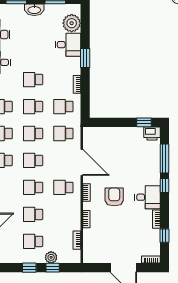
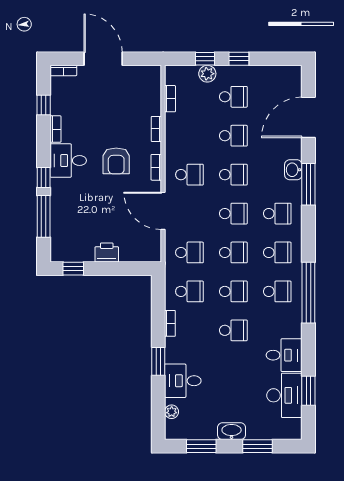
plant: (72, 23) -> (172, 412), width x0.53, depth x0.53
printer: (152, 134) -> (107, 252), moved

